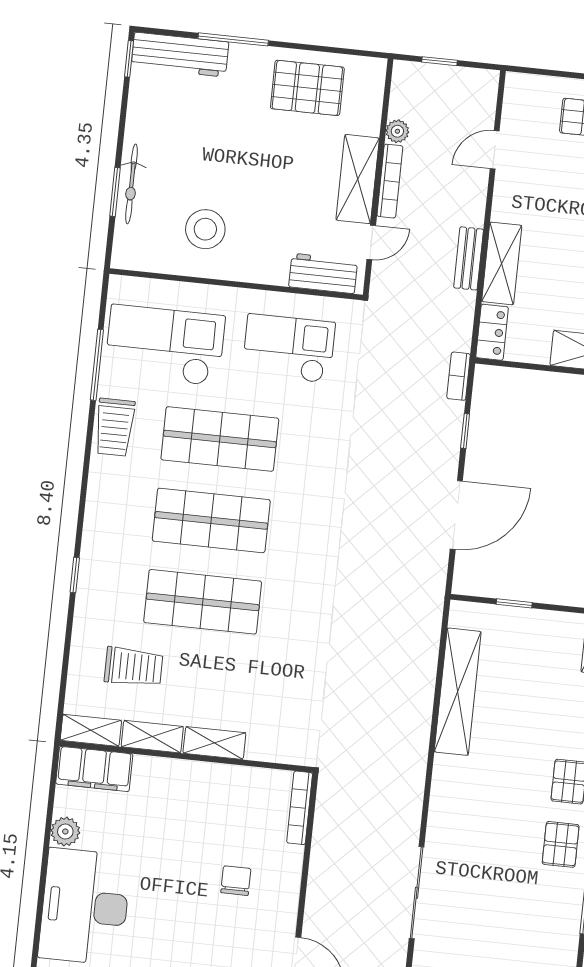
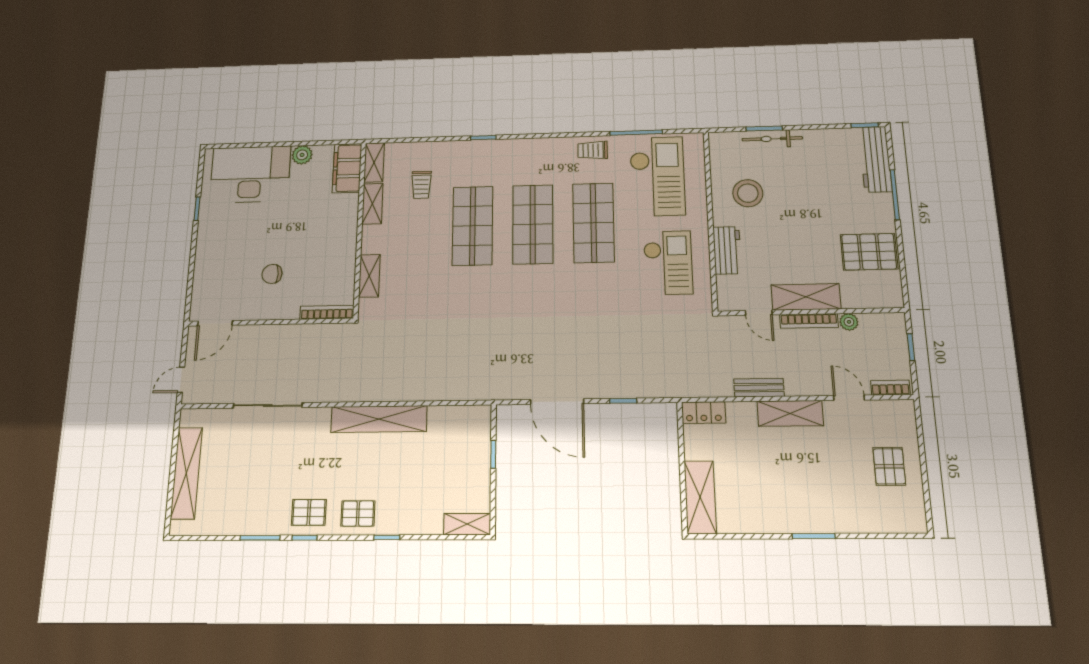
pallet: (307, 88) -> (869, 252), turned 90
shelving: (502, 263) -> (790, 413), moved
workbench: (323, 273) -> (727, 250), moved
bookcase: (459, 376) -> (890, 388), moved
trolley: (115, 427) -> (593, 150), width x0.73, depth x0.72
trolley: (133, 667) -> (421, 185), width x0.73, depth x0.72
shelving: (458, 692) -> (379, 419), moved
shelving: (214, 743) -> (369, 276), moved
chair: (236, 881) -> (272, 274), turned 180

